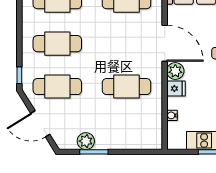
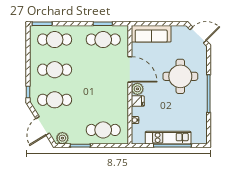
cafe table: (127, 87) -> (103, 130), moved
door: (40, 124) -> (43, 126), hinge flipped
plant: (86, 141) -> (62, 138), moved

